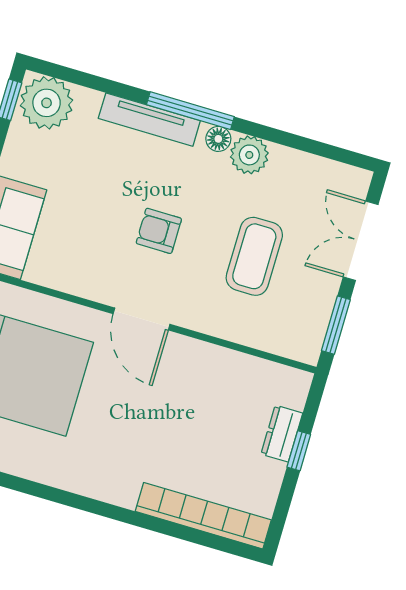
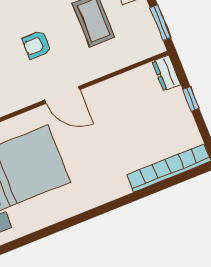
dresser: (282, 434) -> (166, 73), moved

